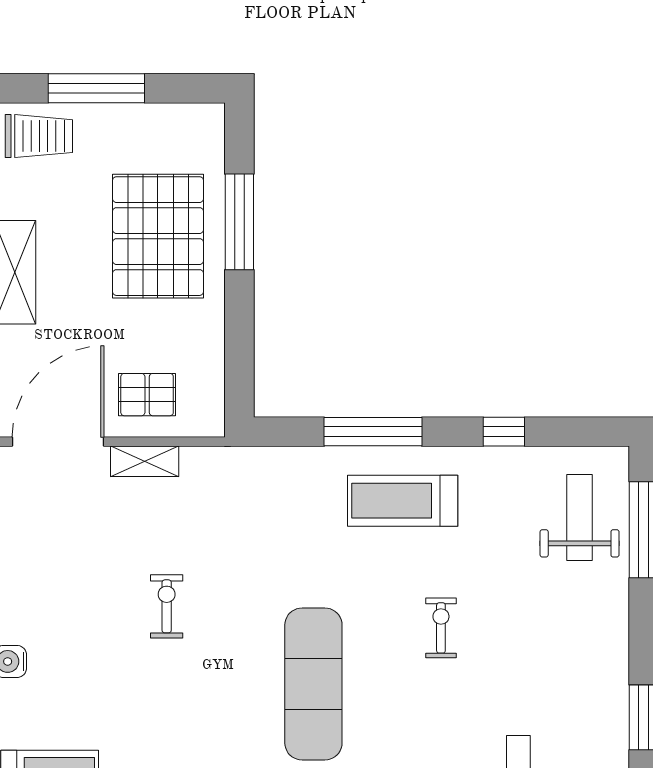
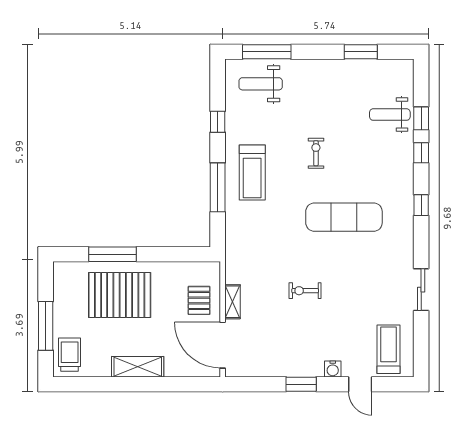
exercise bike: (441, 628) -> (316, 153), turned 90

